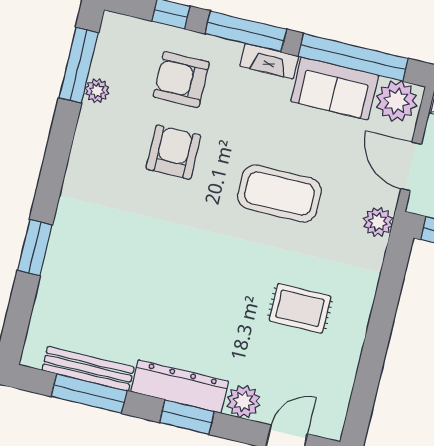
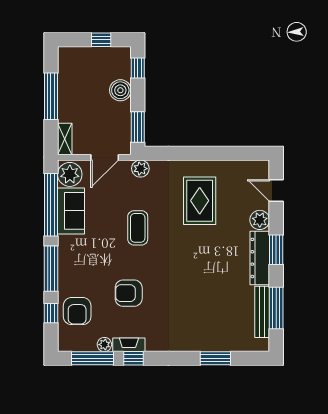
fireplace: (269, 61) -> (129, 345), moved, turned -90
armchair: (181, 80) -> (77, 311), moved
window: (62, 134) -> (134, 358), added
coffee table: (279, 194) -> (138, 228), width x0.73, depth x0.76
window: (35, 248) -> (215, 358), moved
rug: (300, 308) -> (200, 201), width x1.36, depth x1.43

